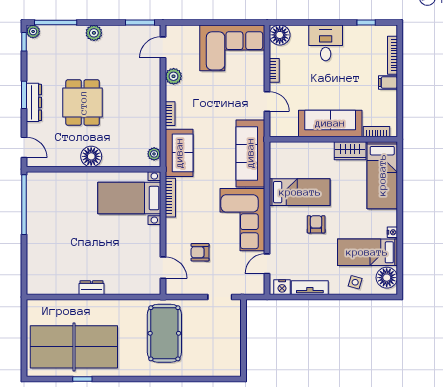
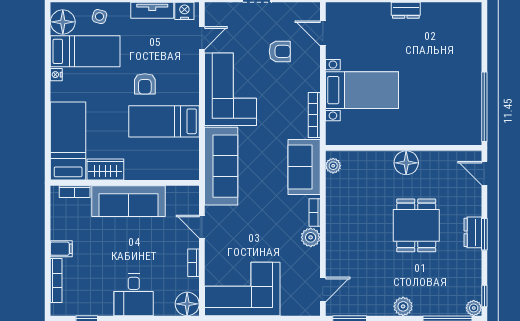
plant: (174, 76) -> (311, 237), moved
dresser: (34, 102) -> (473, 232), width x0.70
bed with nightstands: (129, 198) -> (362, 90), moved

